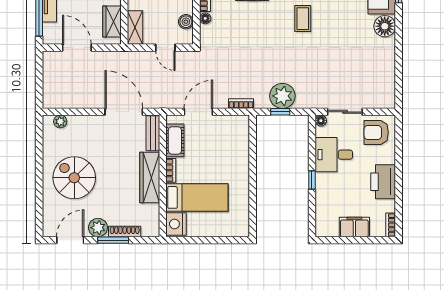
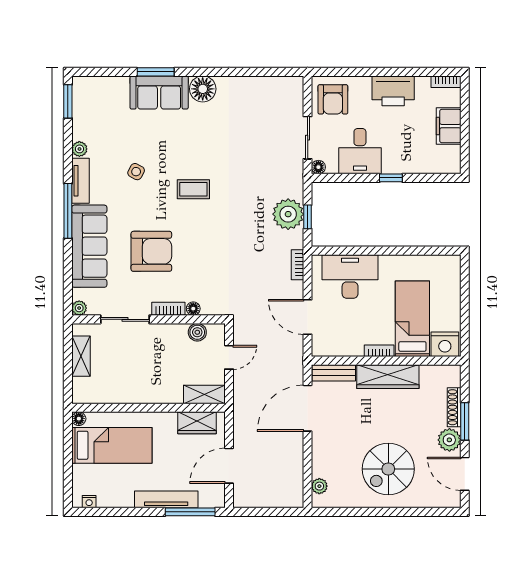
cot: (175, 140) -> (343, 346), removed
desk: (231, 147) -> (350, 276), added

